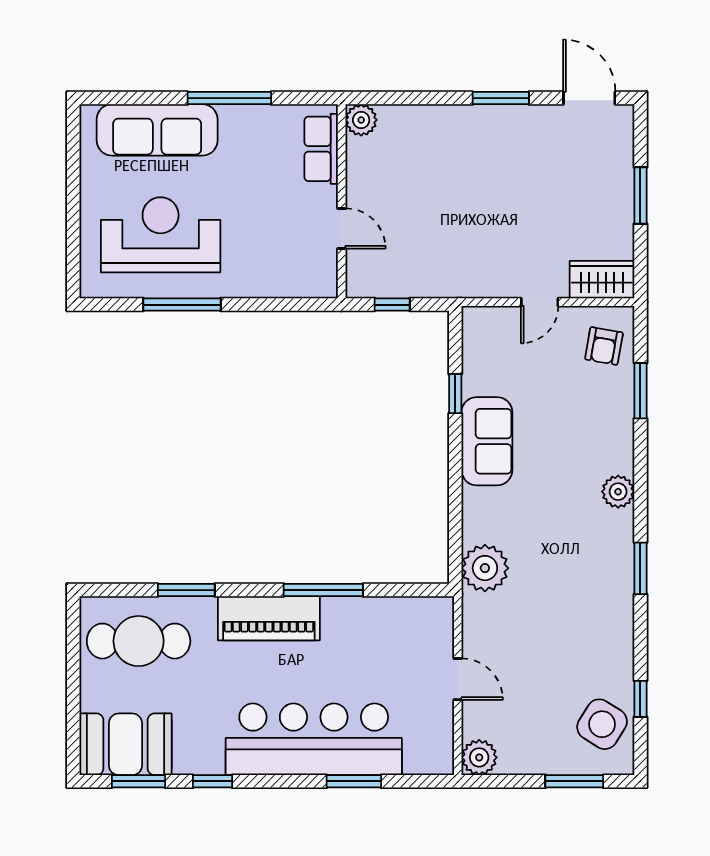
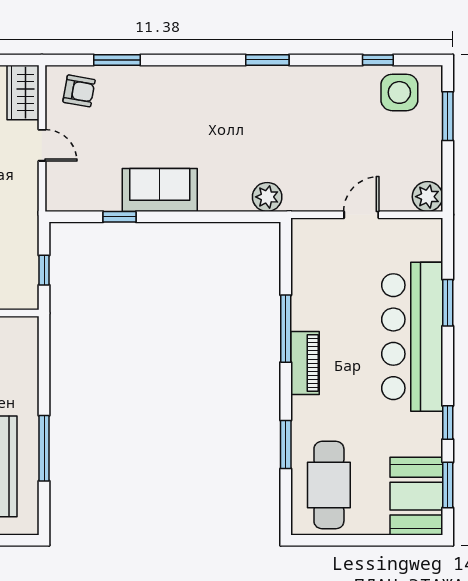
plant: (618, 492) -> (202, 79), removed
plant: (485, 568) -> (267, 197), width x0.73, depth x0.73
piano: (269, 618) -> (305, 363), width x0.73, depth x0.75
side table: (602, 724) -> (399, 92), turned -32

